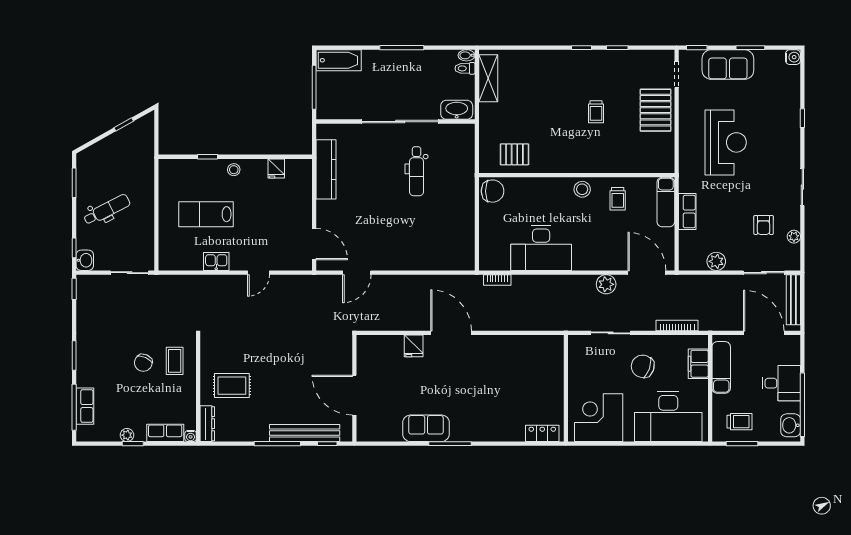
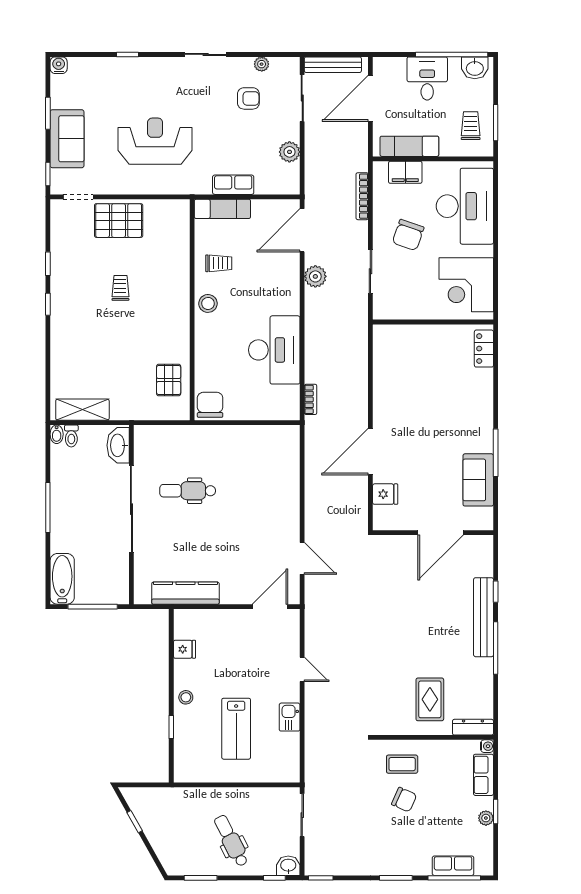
trolley: (596, 112) -> (120, 288), turned -90
dental chair: (417, 171) -> (188, 491), turned 180
wall: (354, 388) -> (433, 533), moved
door: (354, 395) -> (441, 533), moved

